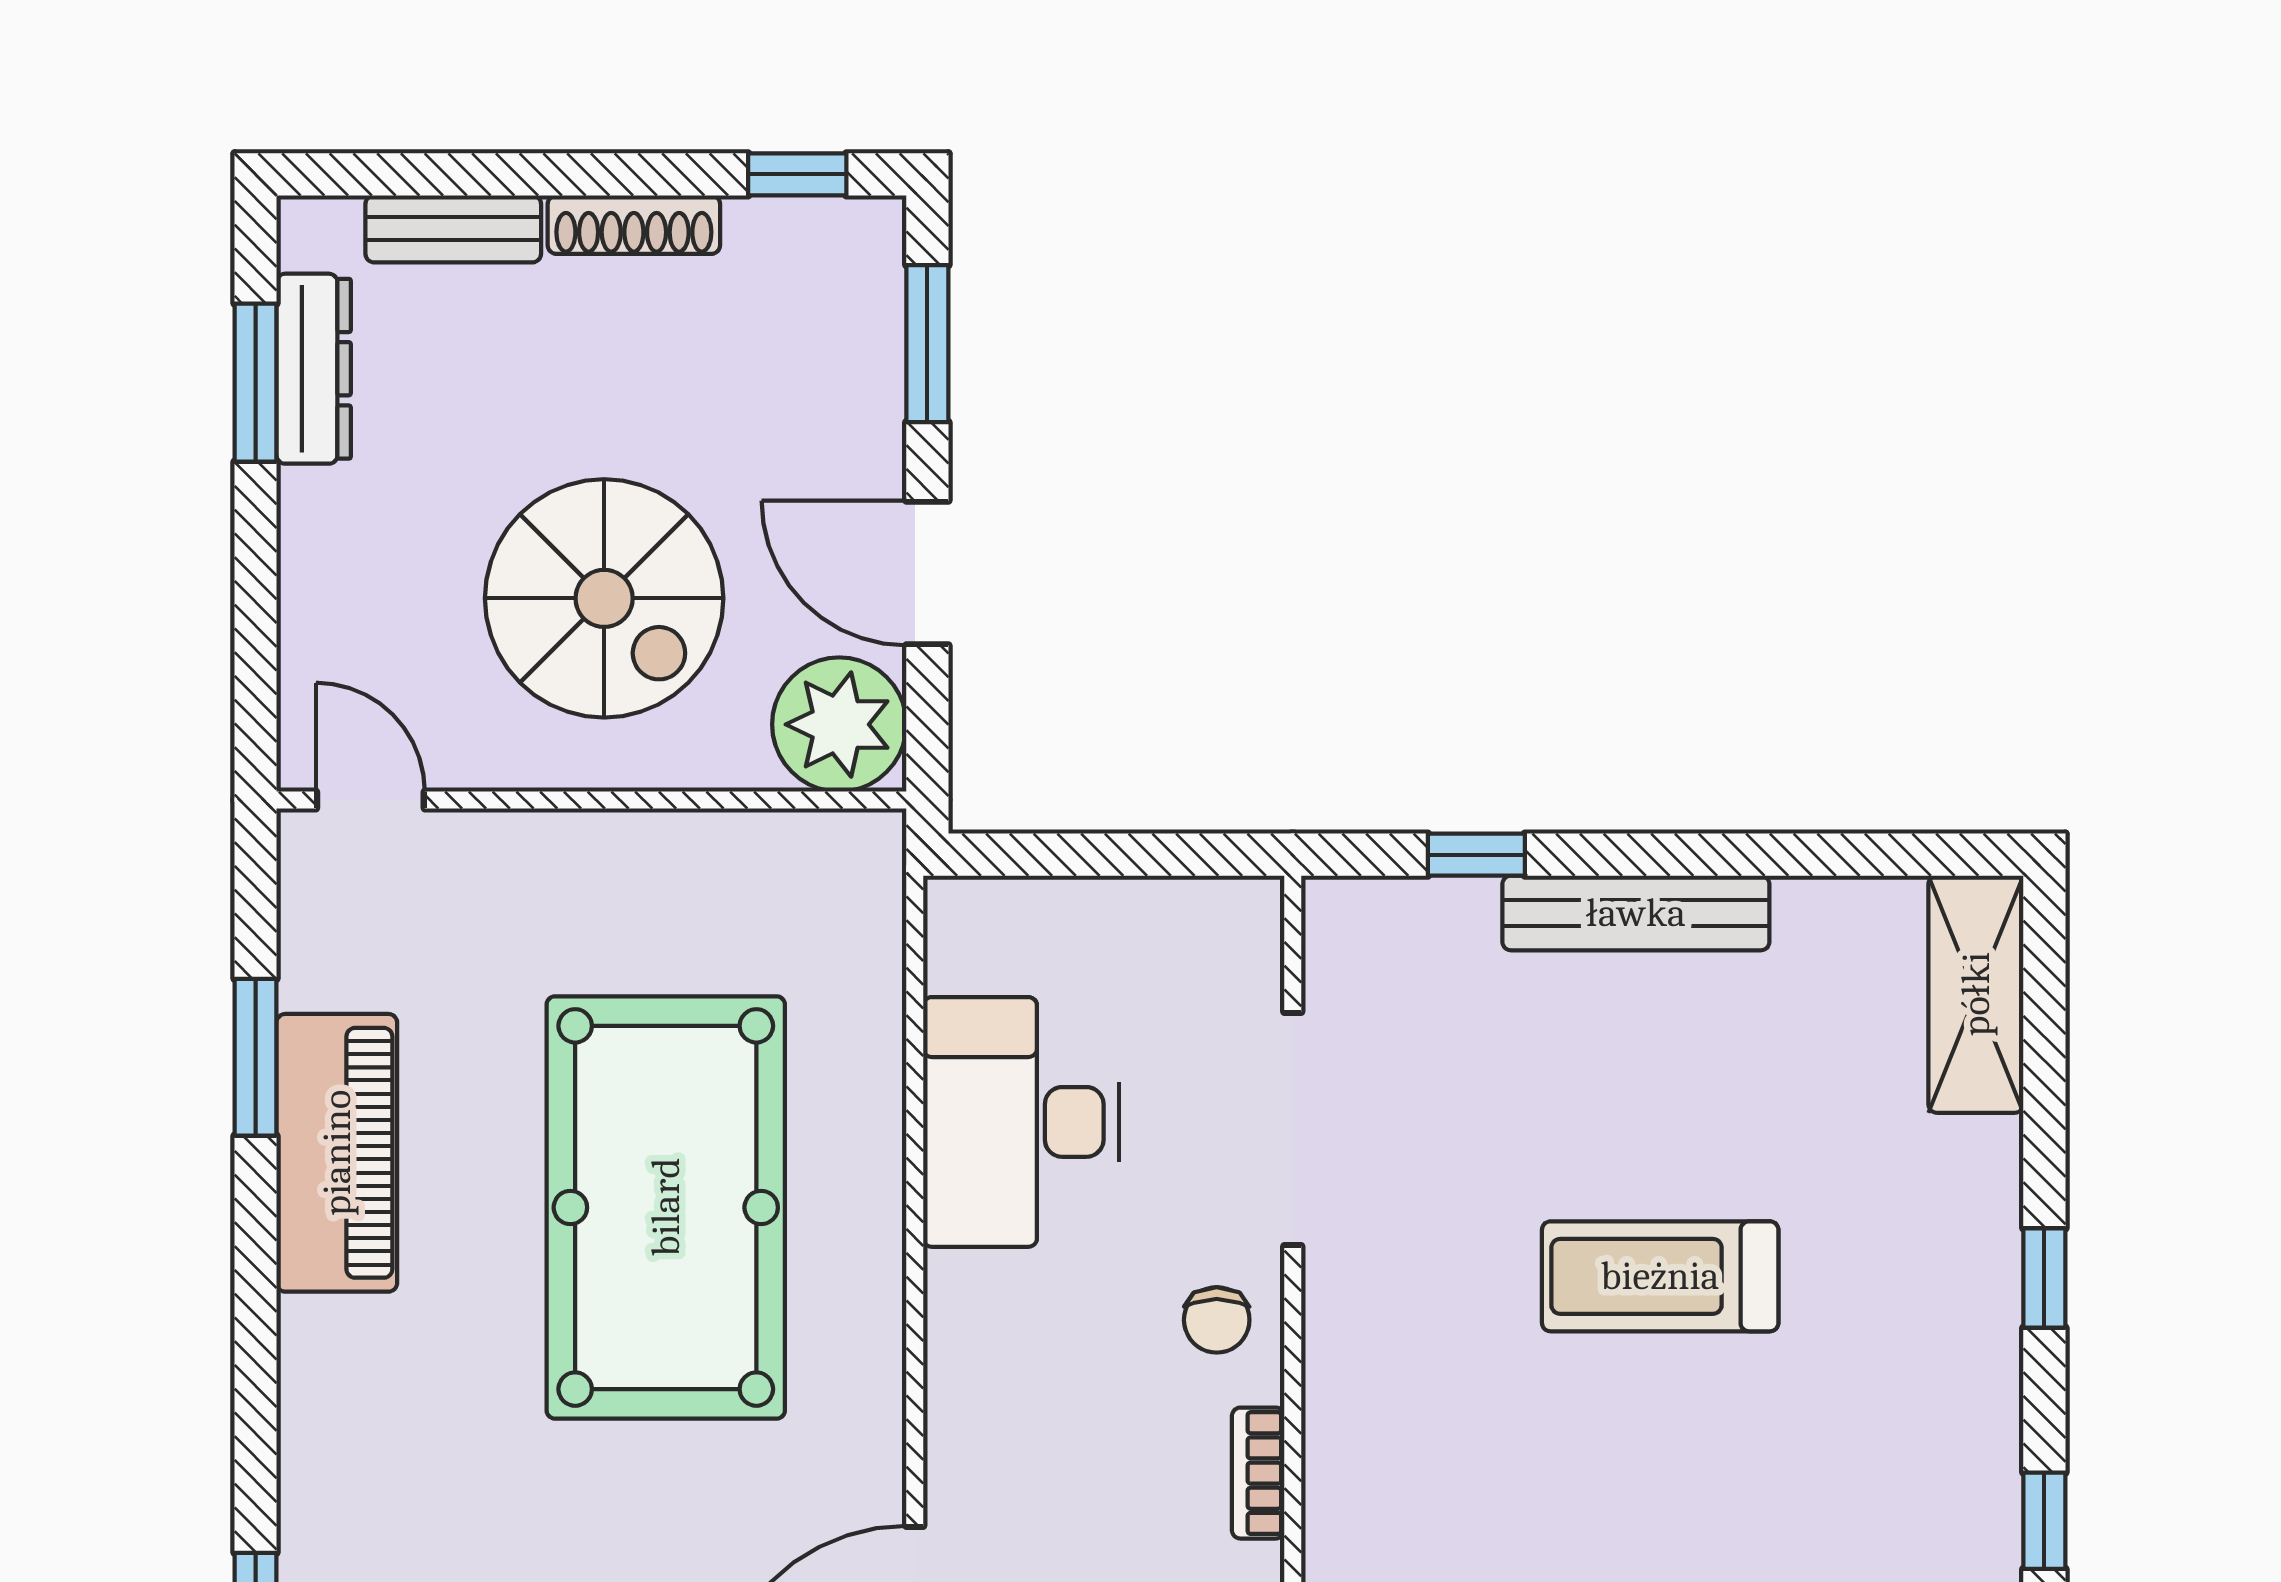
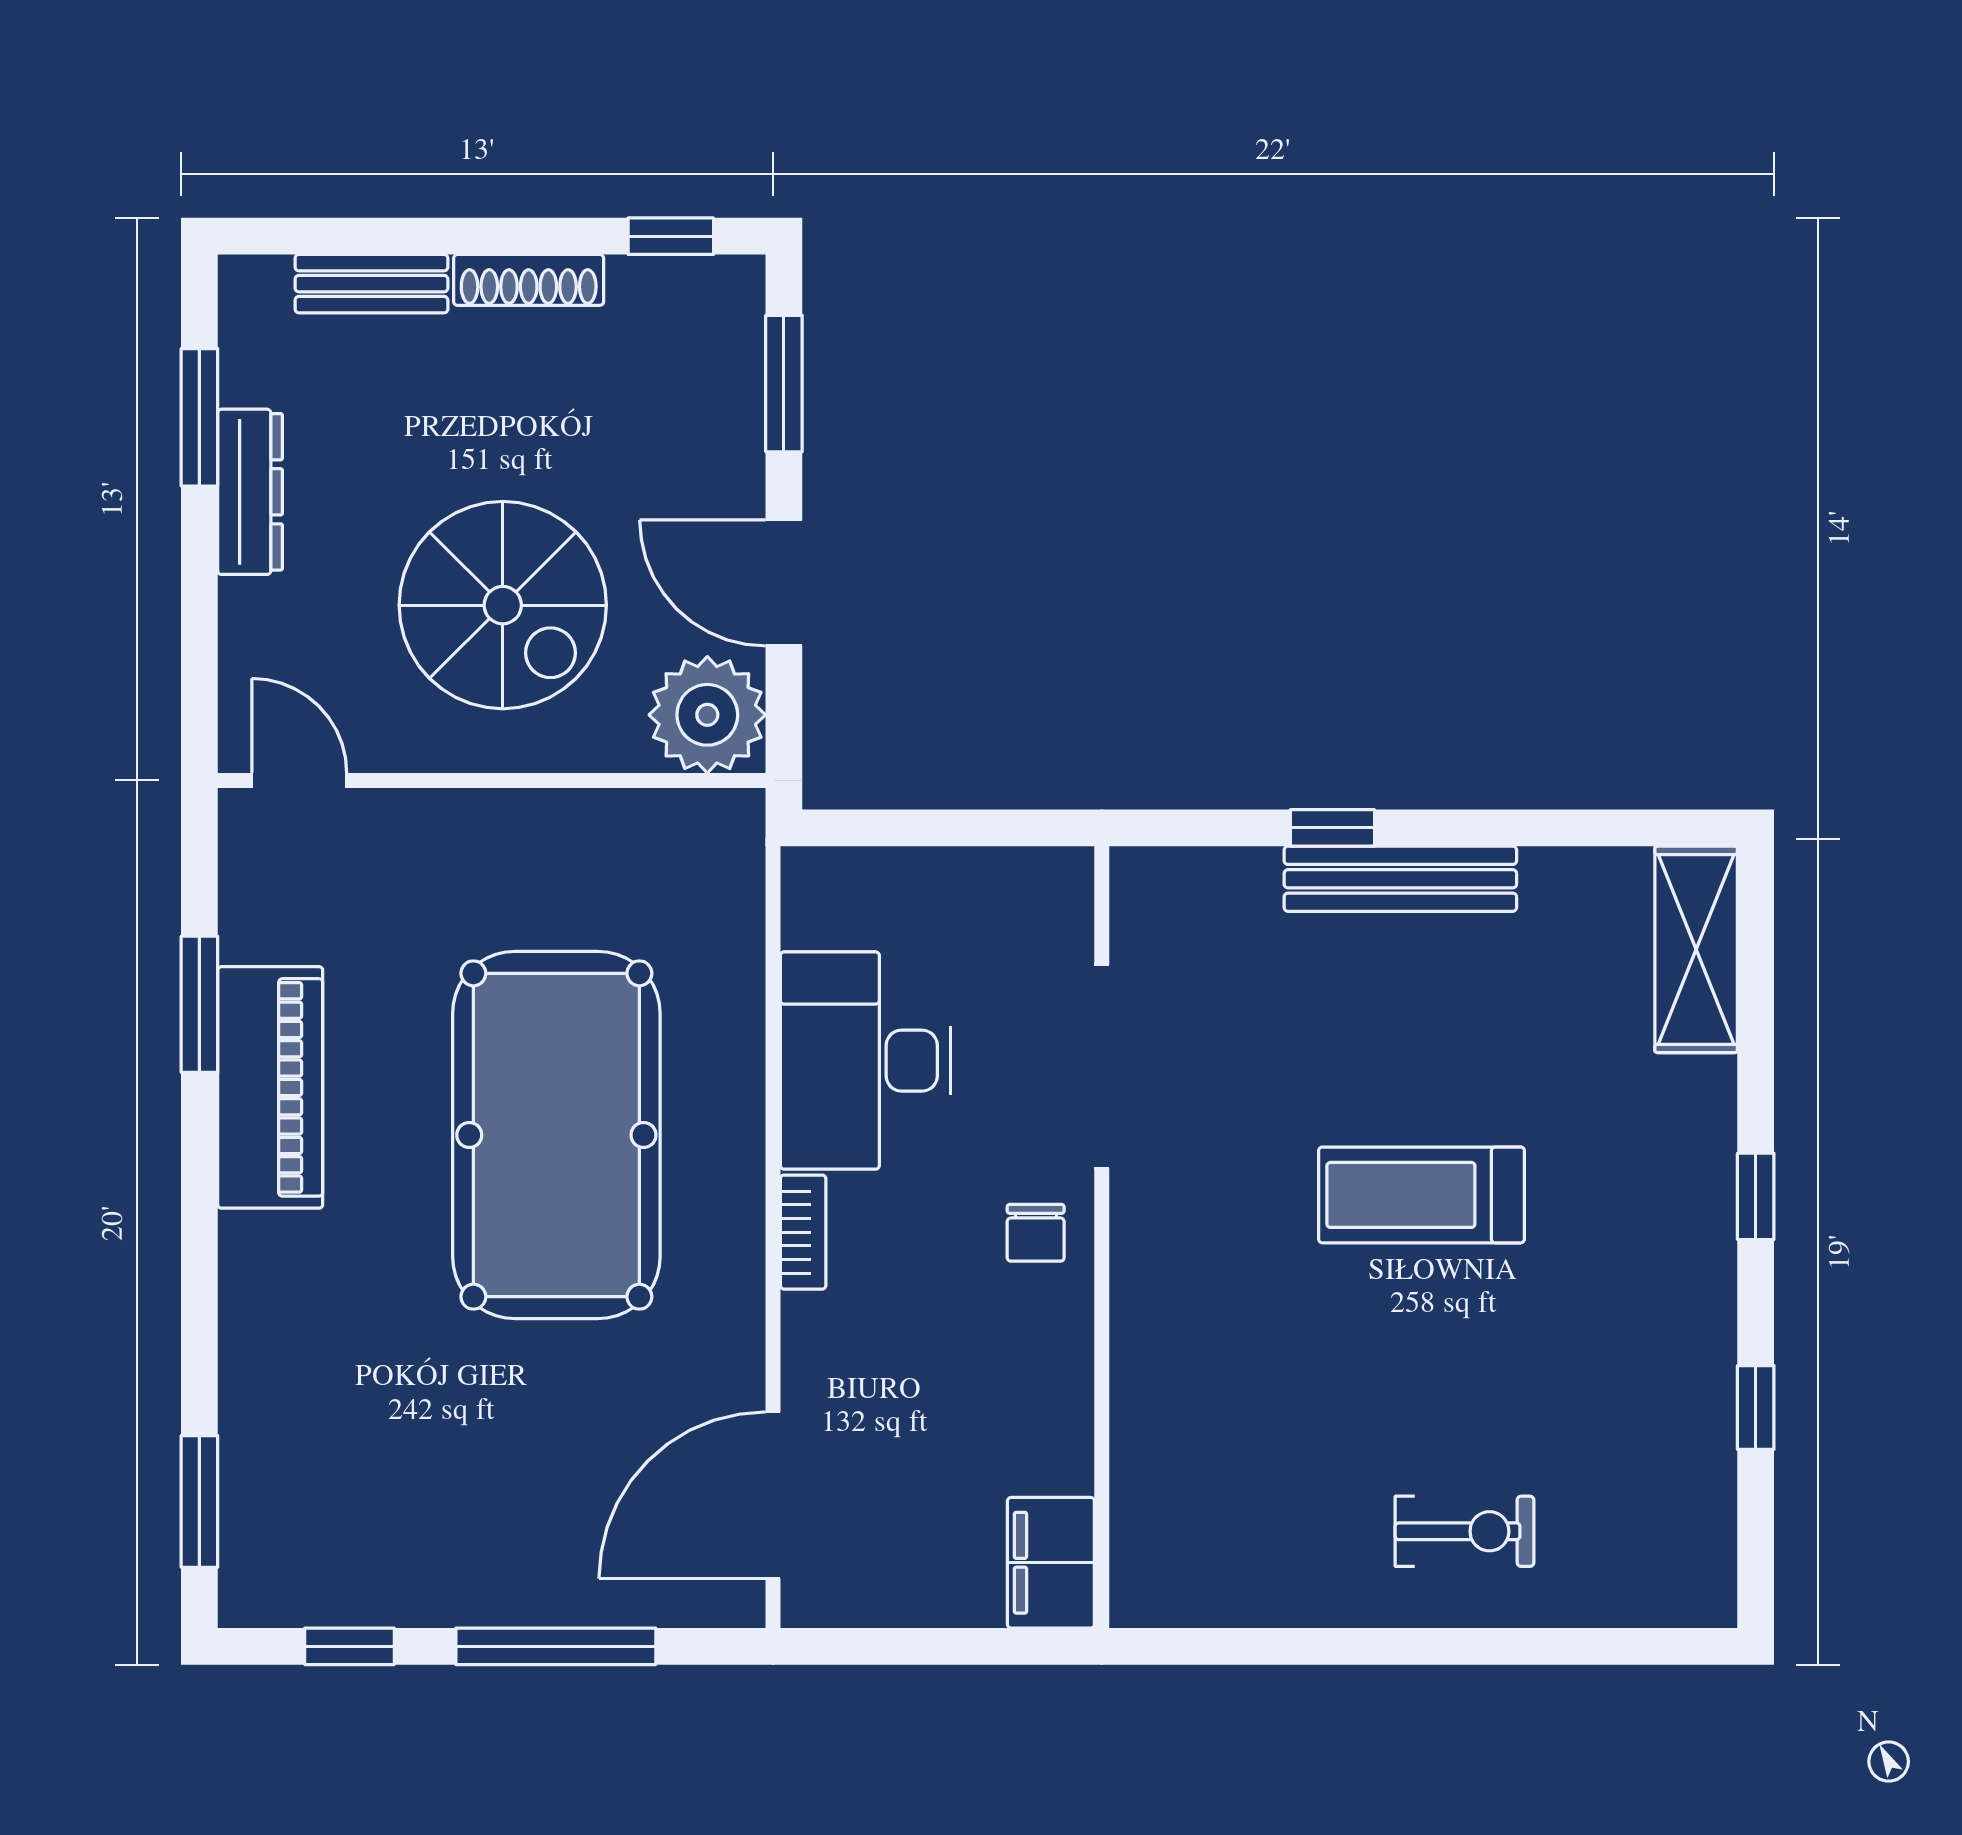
dresser: (314, 369) -> (250, 492), moved
window: (1476, 855) -> (1332, 828), moved
bookcase: (1258, 1473) -> (803, 1232), moved, turned 180

